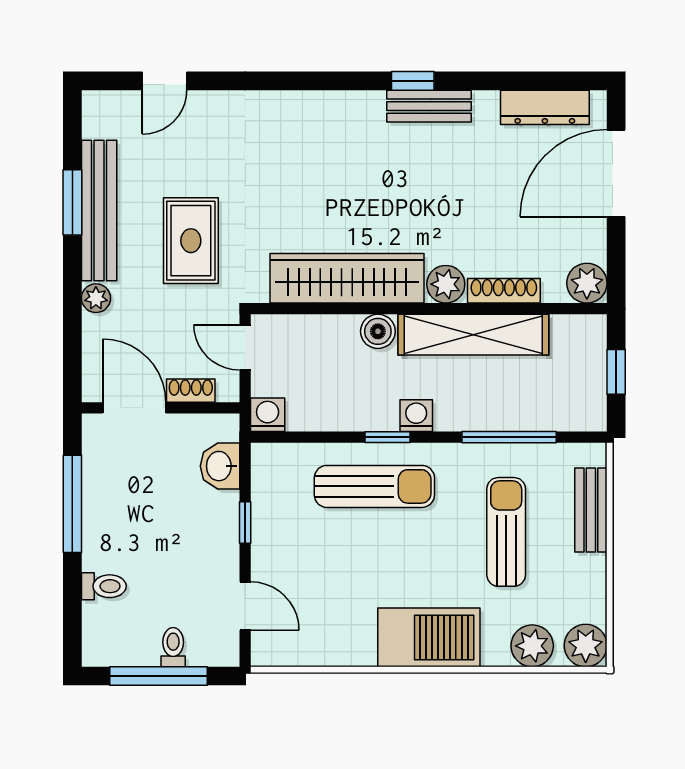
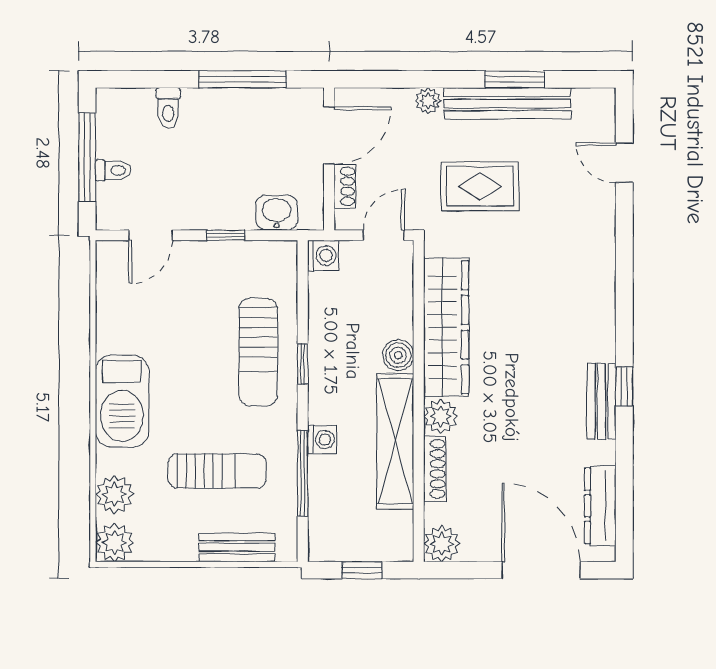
washing machine: (416, 416) -> (322, 440), moved

